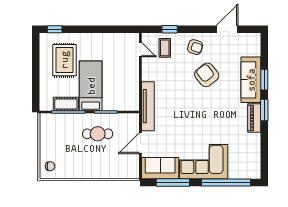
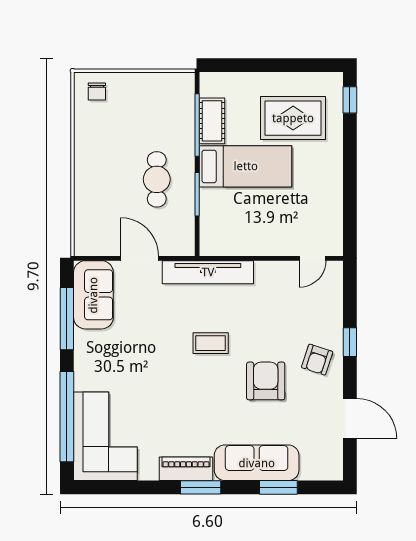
window: (170, 29) -> (350, 342), moved
coffee table: (165, 48) -> (211, 343), moved
armchair: (207, 75) -> (266, 381), turned -51
window: (264, 80) -> (278, 487), moved
corner sofa: (204, 162) -> (105, 436), moved

